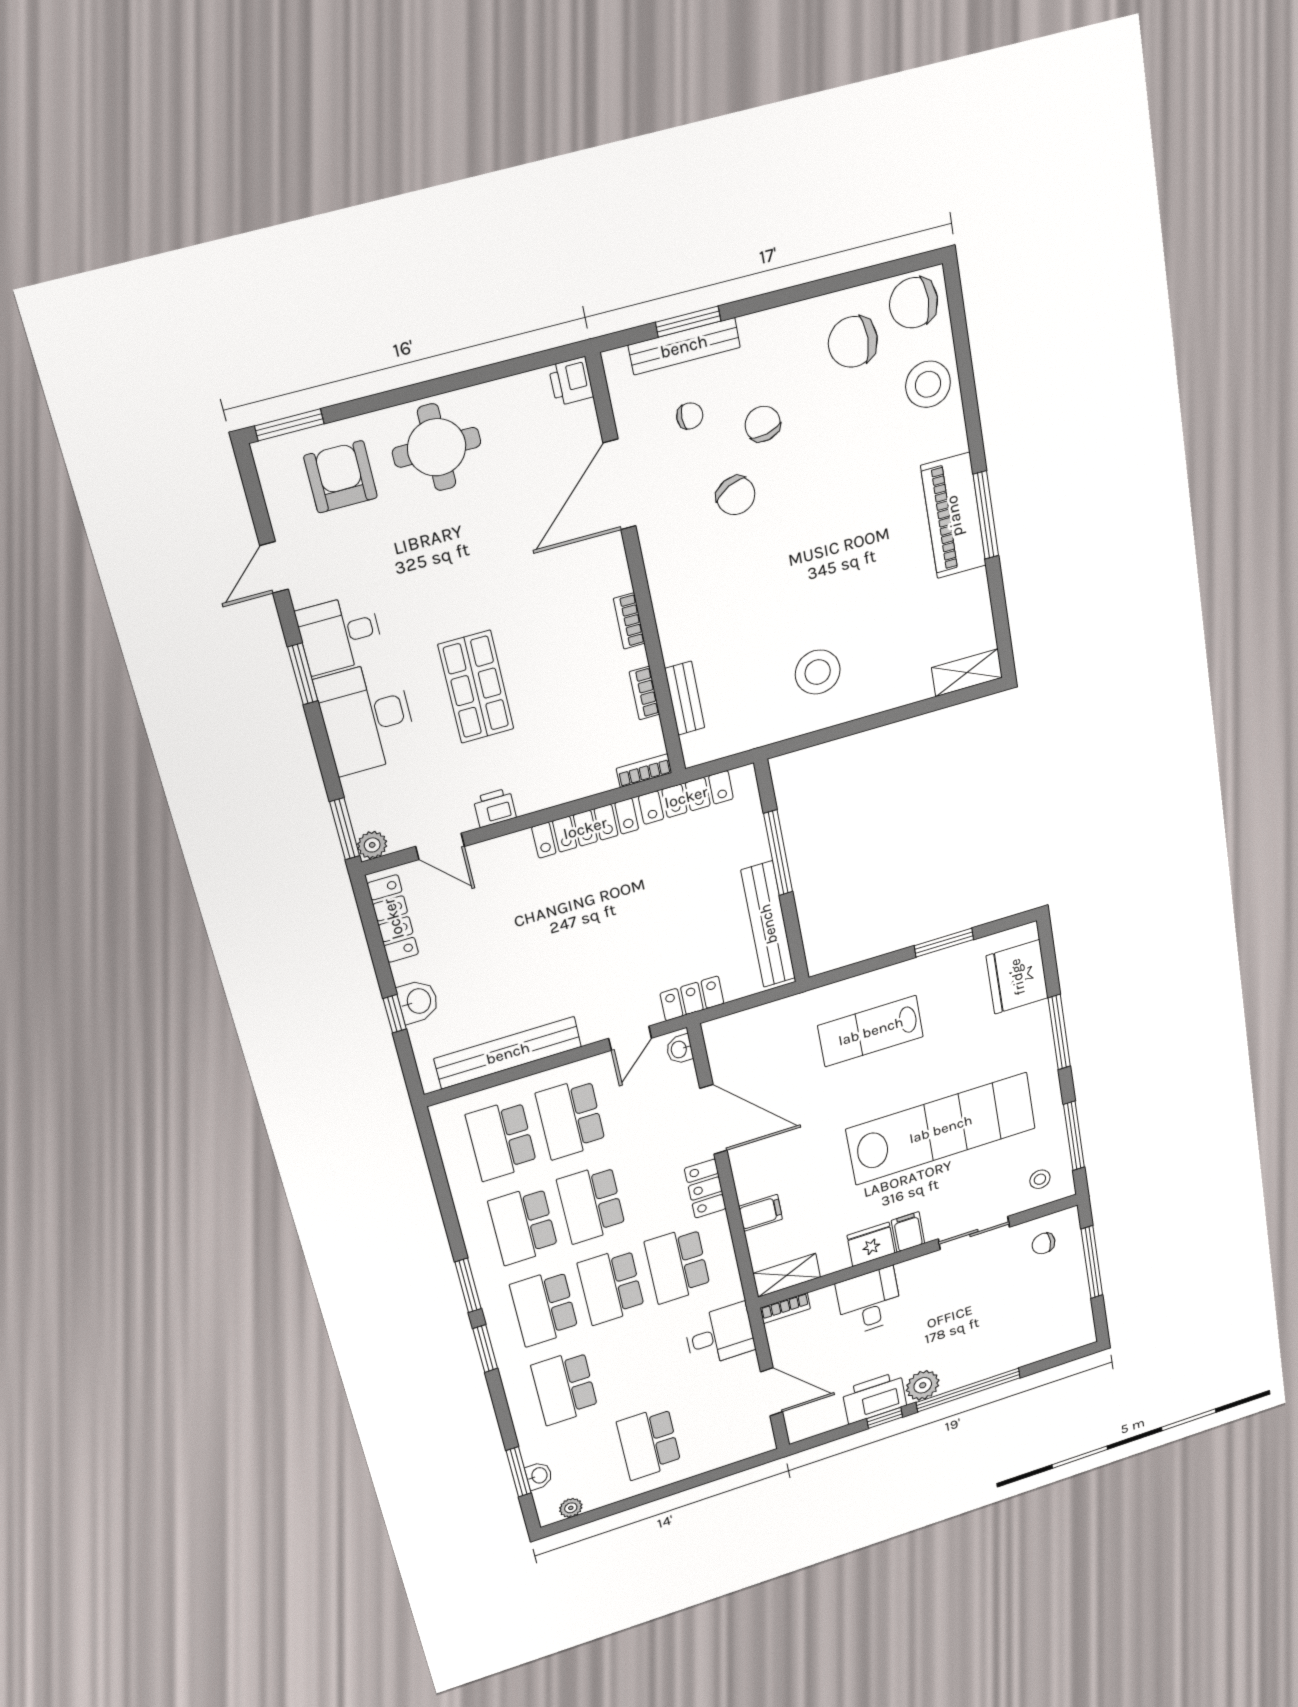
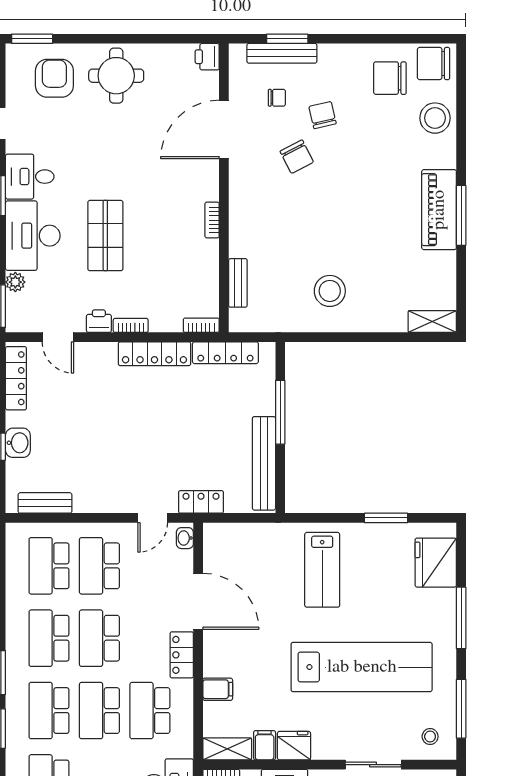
bookcase: (644, 693) -> (131, 325), moved, turned 90
plant: (372, 845) -> (15, 282), moved
lab bench: (871, 1031) -> (322, 570), turned -90
bench: (508, 1053) -> (45, 503), width x0.54, depth x0.82
filing cabinet: (908, 1232) -> (265, 745), moved

